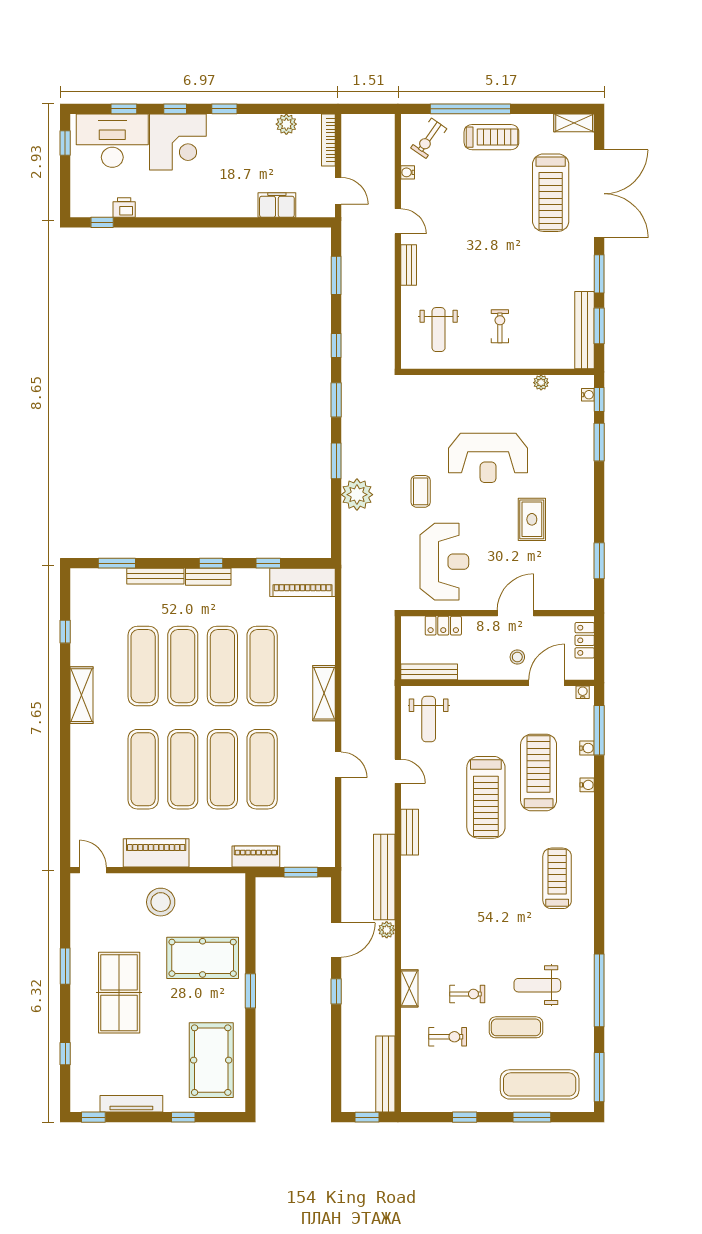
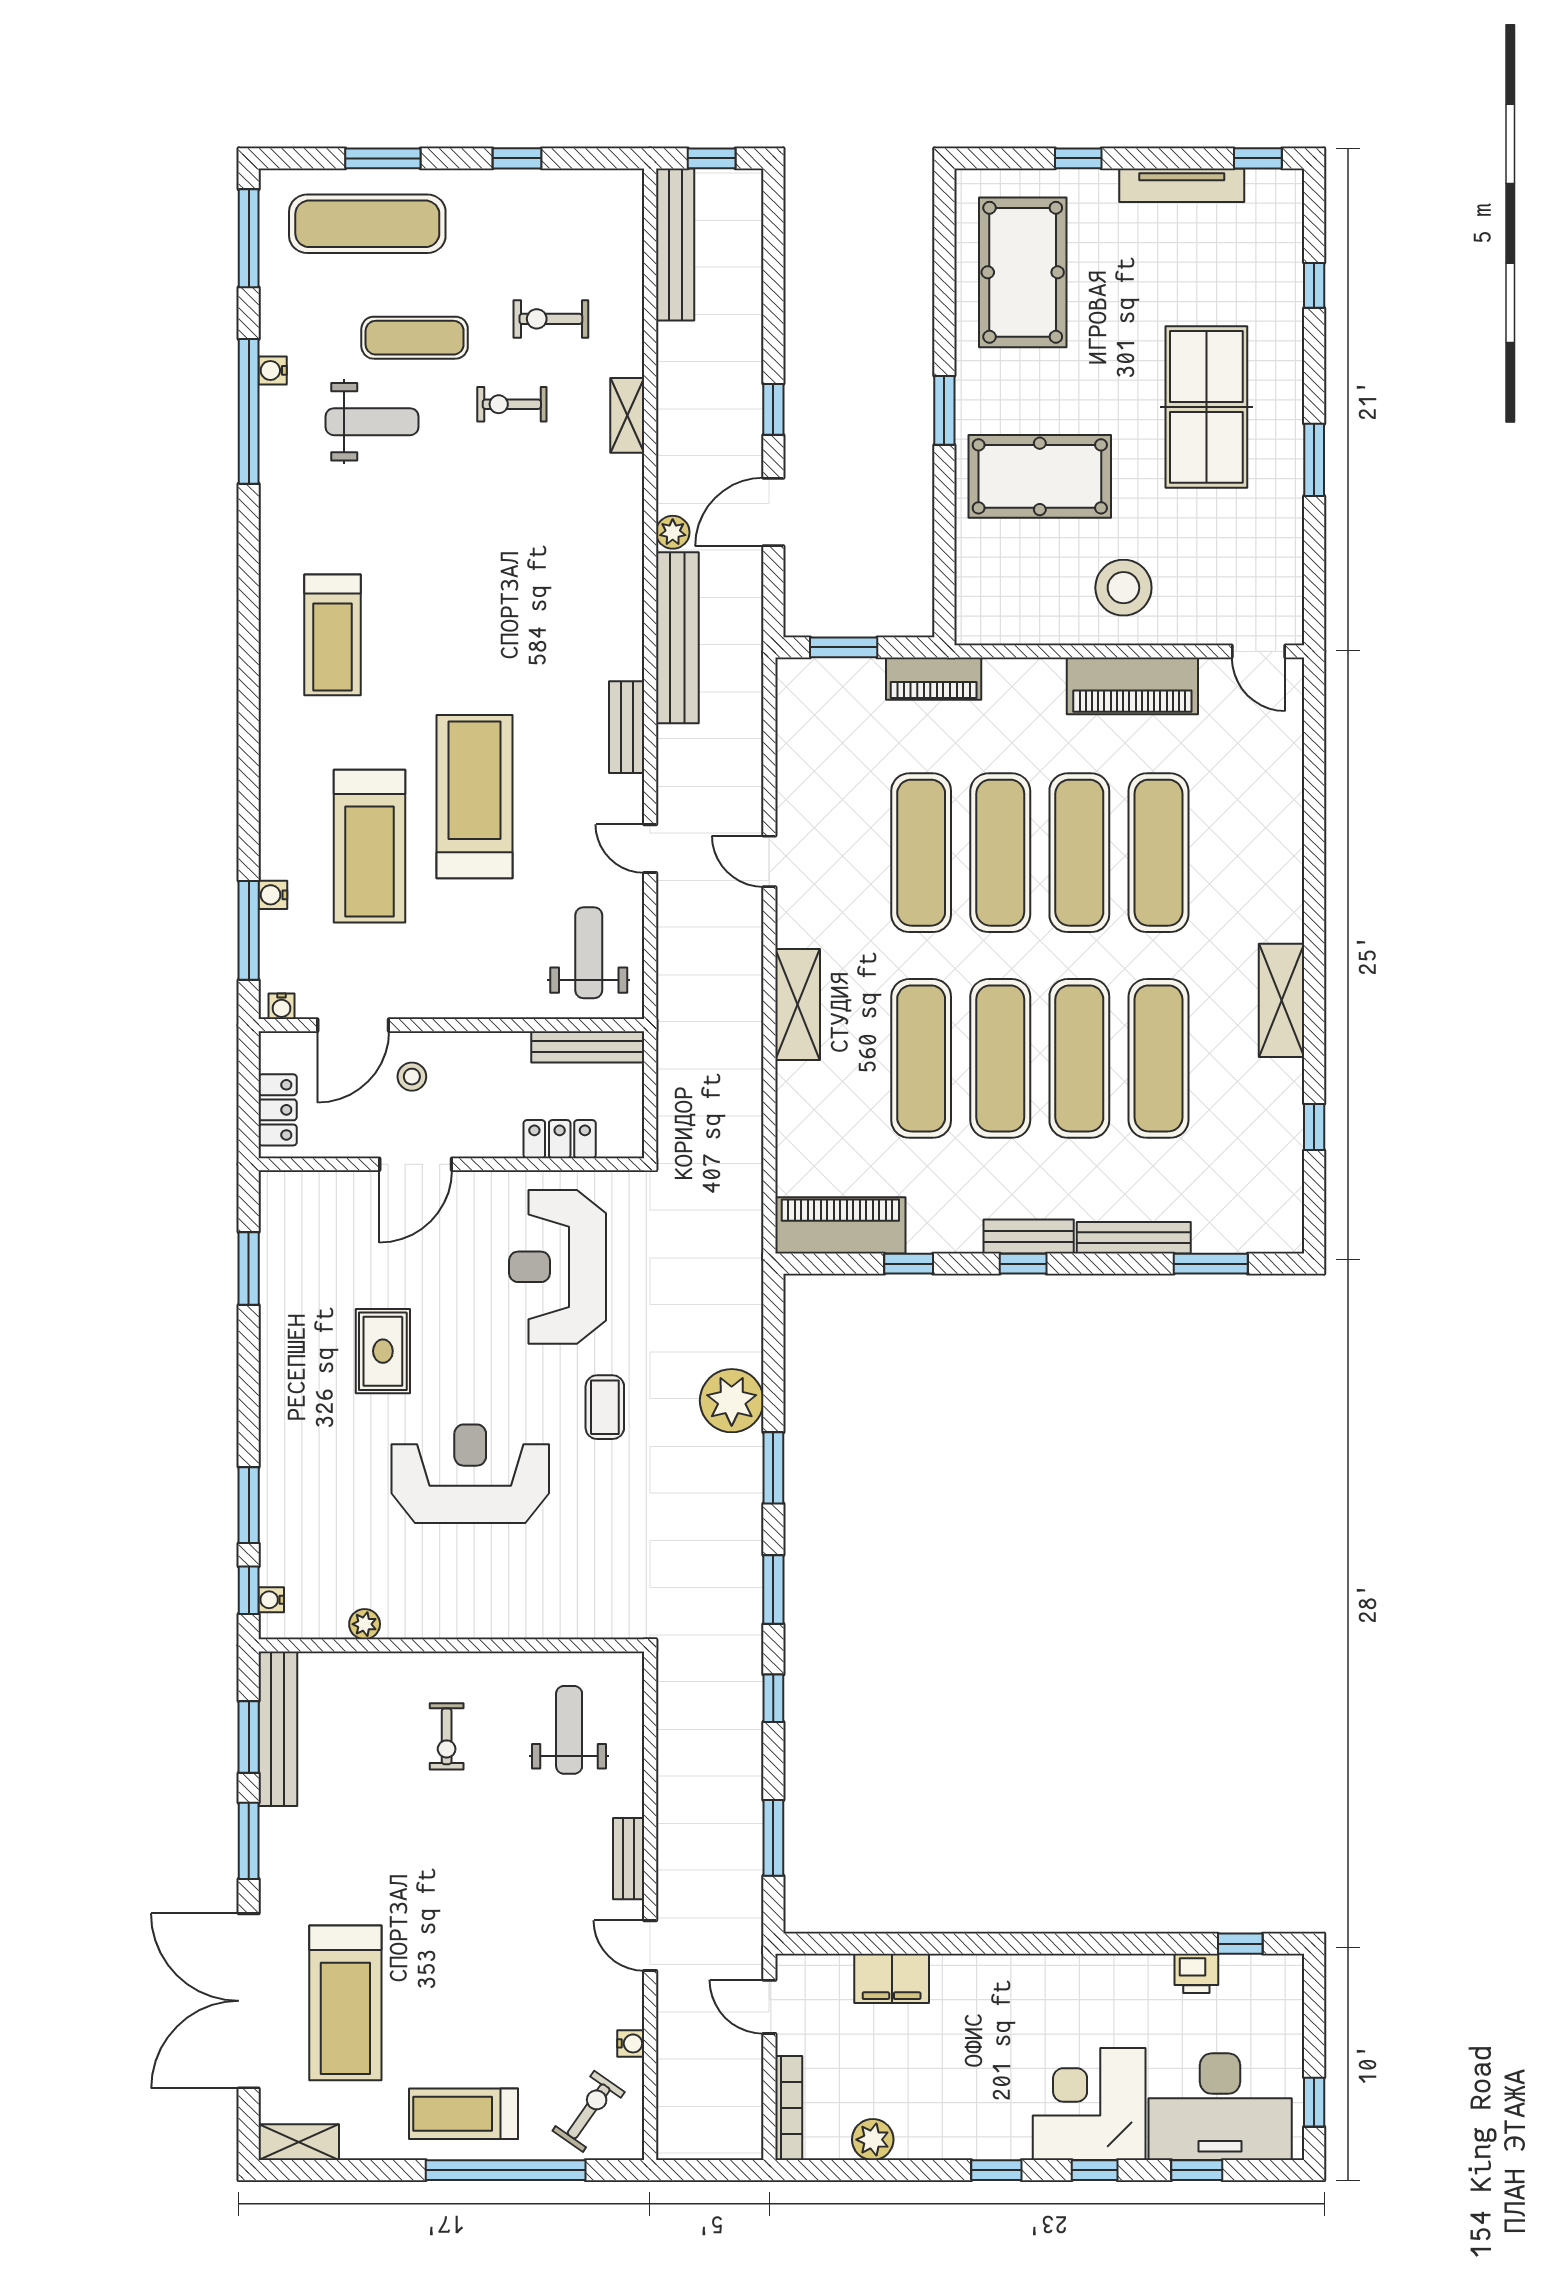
treadmill: (551, 193) -> (345, 2003), turned 180
water cooler: (587, 785) -> (273, 370), moved

